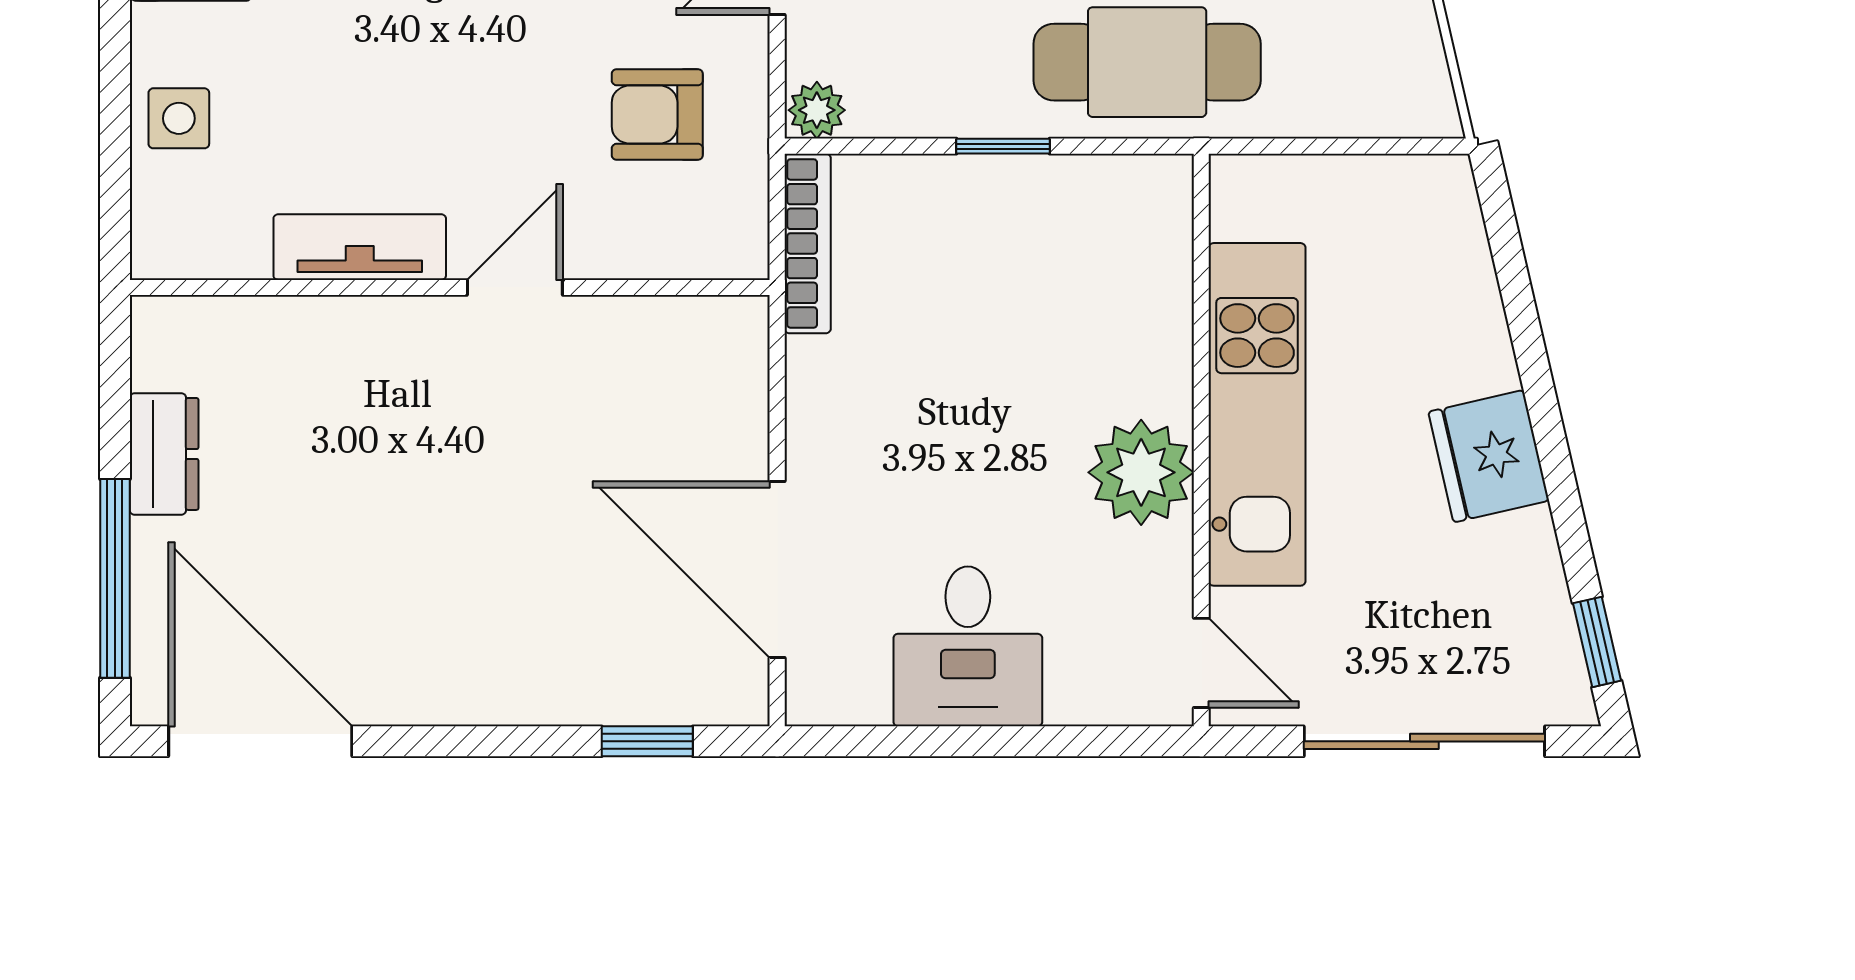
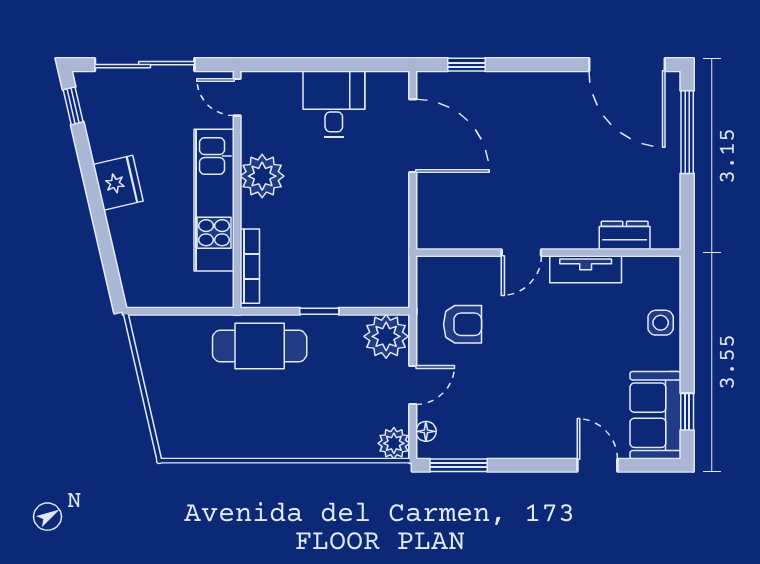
plant: (817, 110) -> (386, 336), width x1.87, depth x1.87
bookcase: (808, 243) -> (250, 266), moved, turned 180
dresser: (164, 454) -> (625, 235), moved, turned 90

